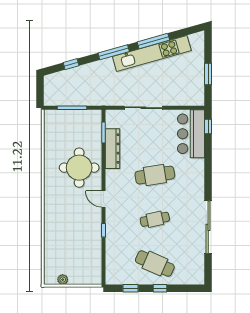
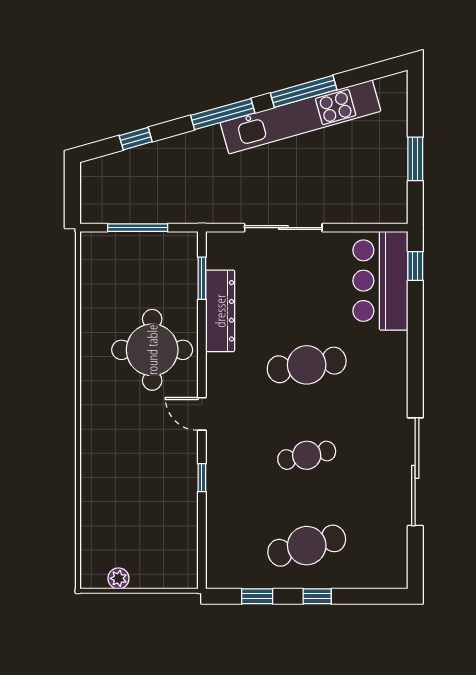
cafe table: (155, 264) -> (307, 546), turned -39

